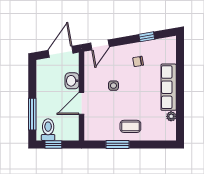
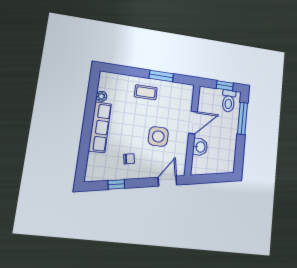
door: (61, 52) -> (209, 178), removed
side table: (113, 86) -> (158, 136), width x1.87, depth x1.87

